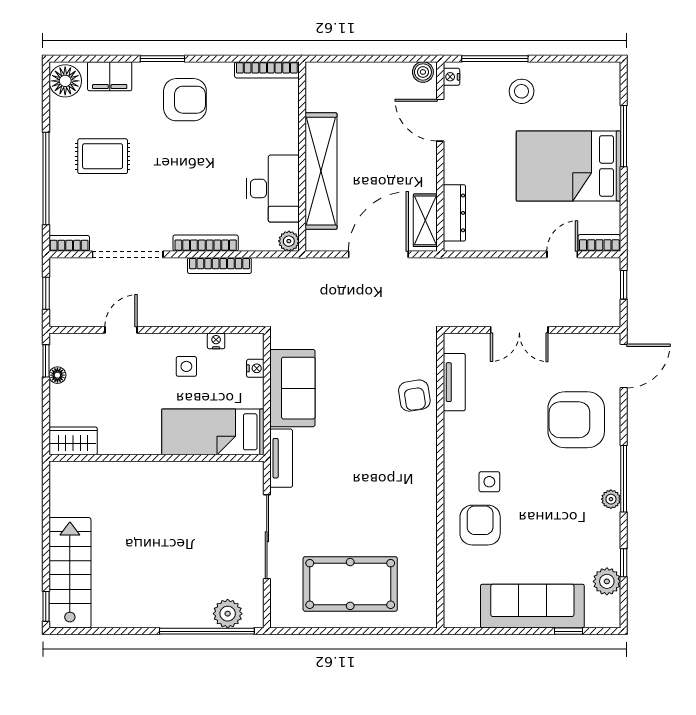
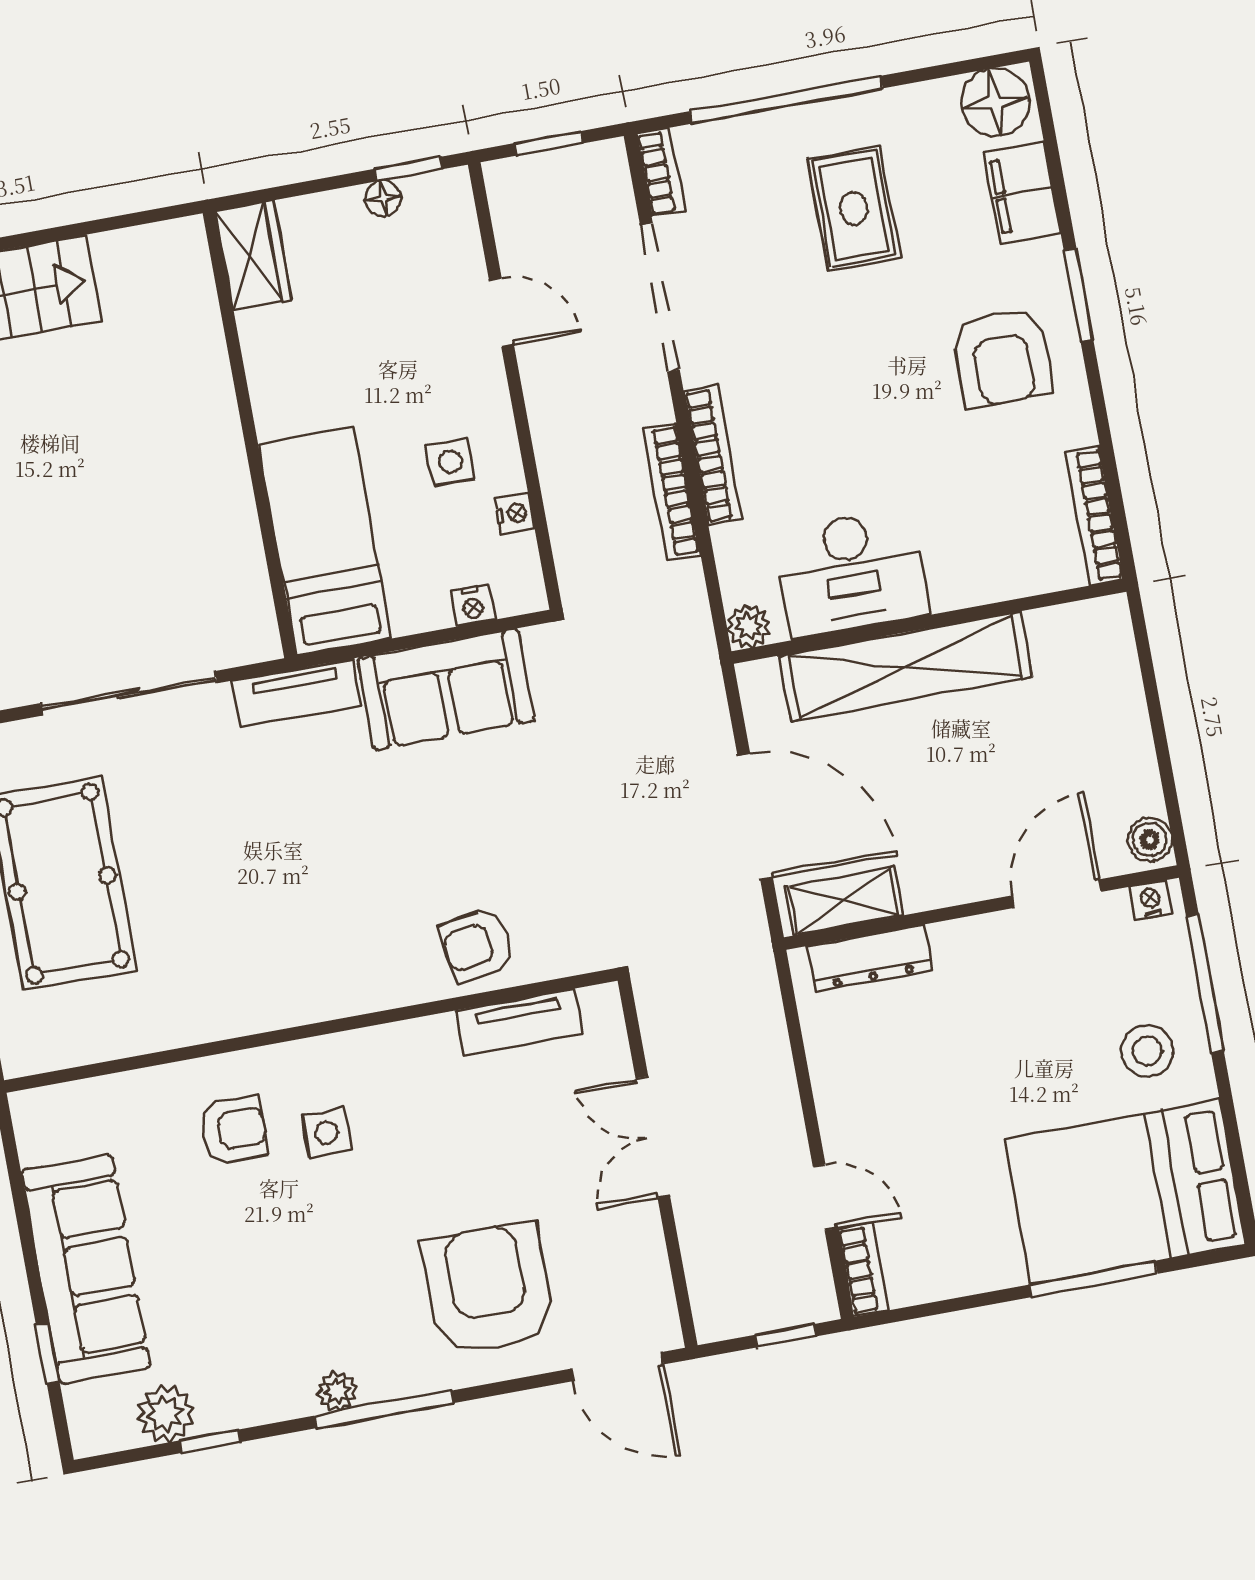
bed: (568, 166) -> (1125, 1192), moved, turned -90
armchair: (480, 525) -> (234, 1130), width x0.72, depth x0.72

